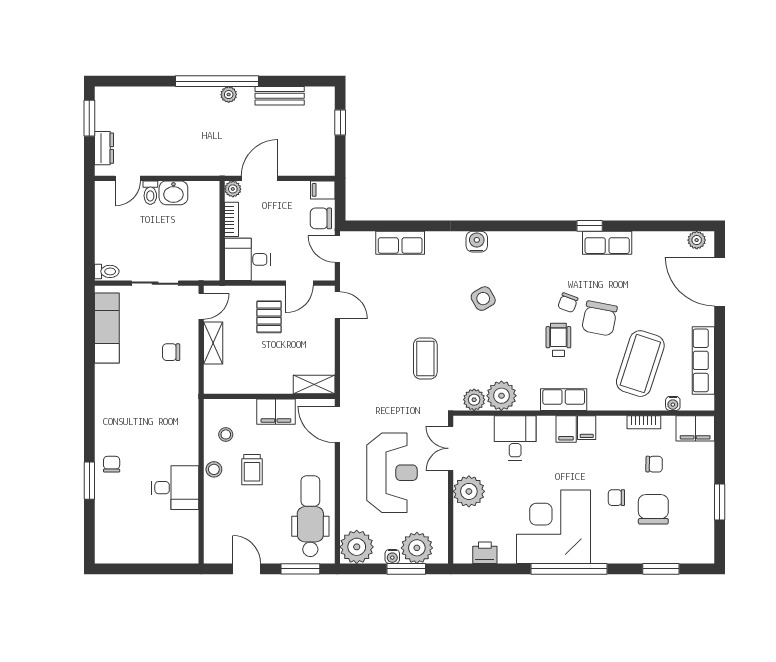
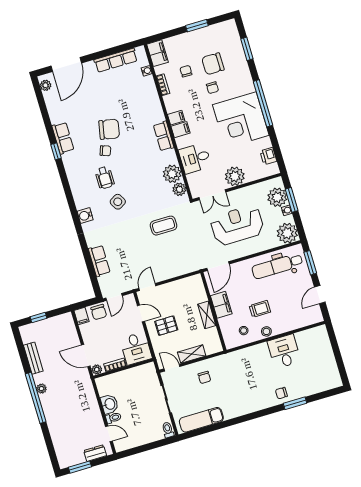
wheelchair: (558, 340) -> (105, 178), moved, turned -90
coffee table: (640, 364) -> (129, 97), removed
shelving: (314, 384) -> (207, 315), moved

